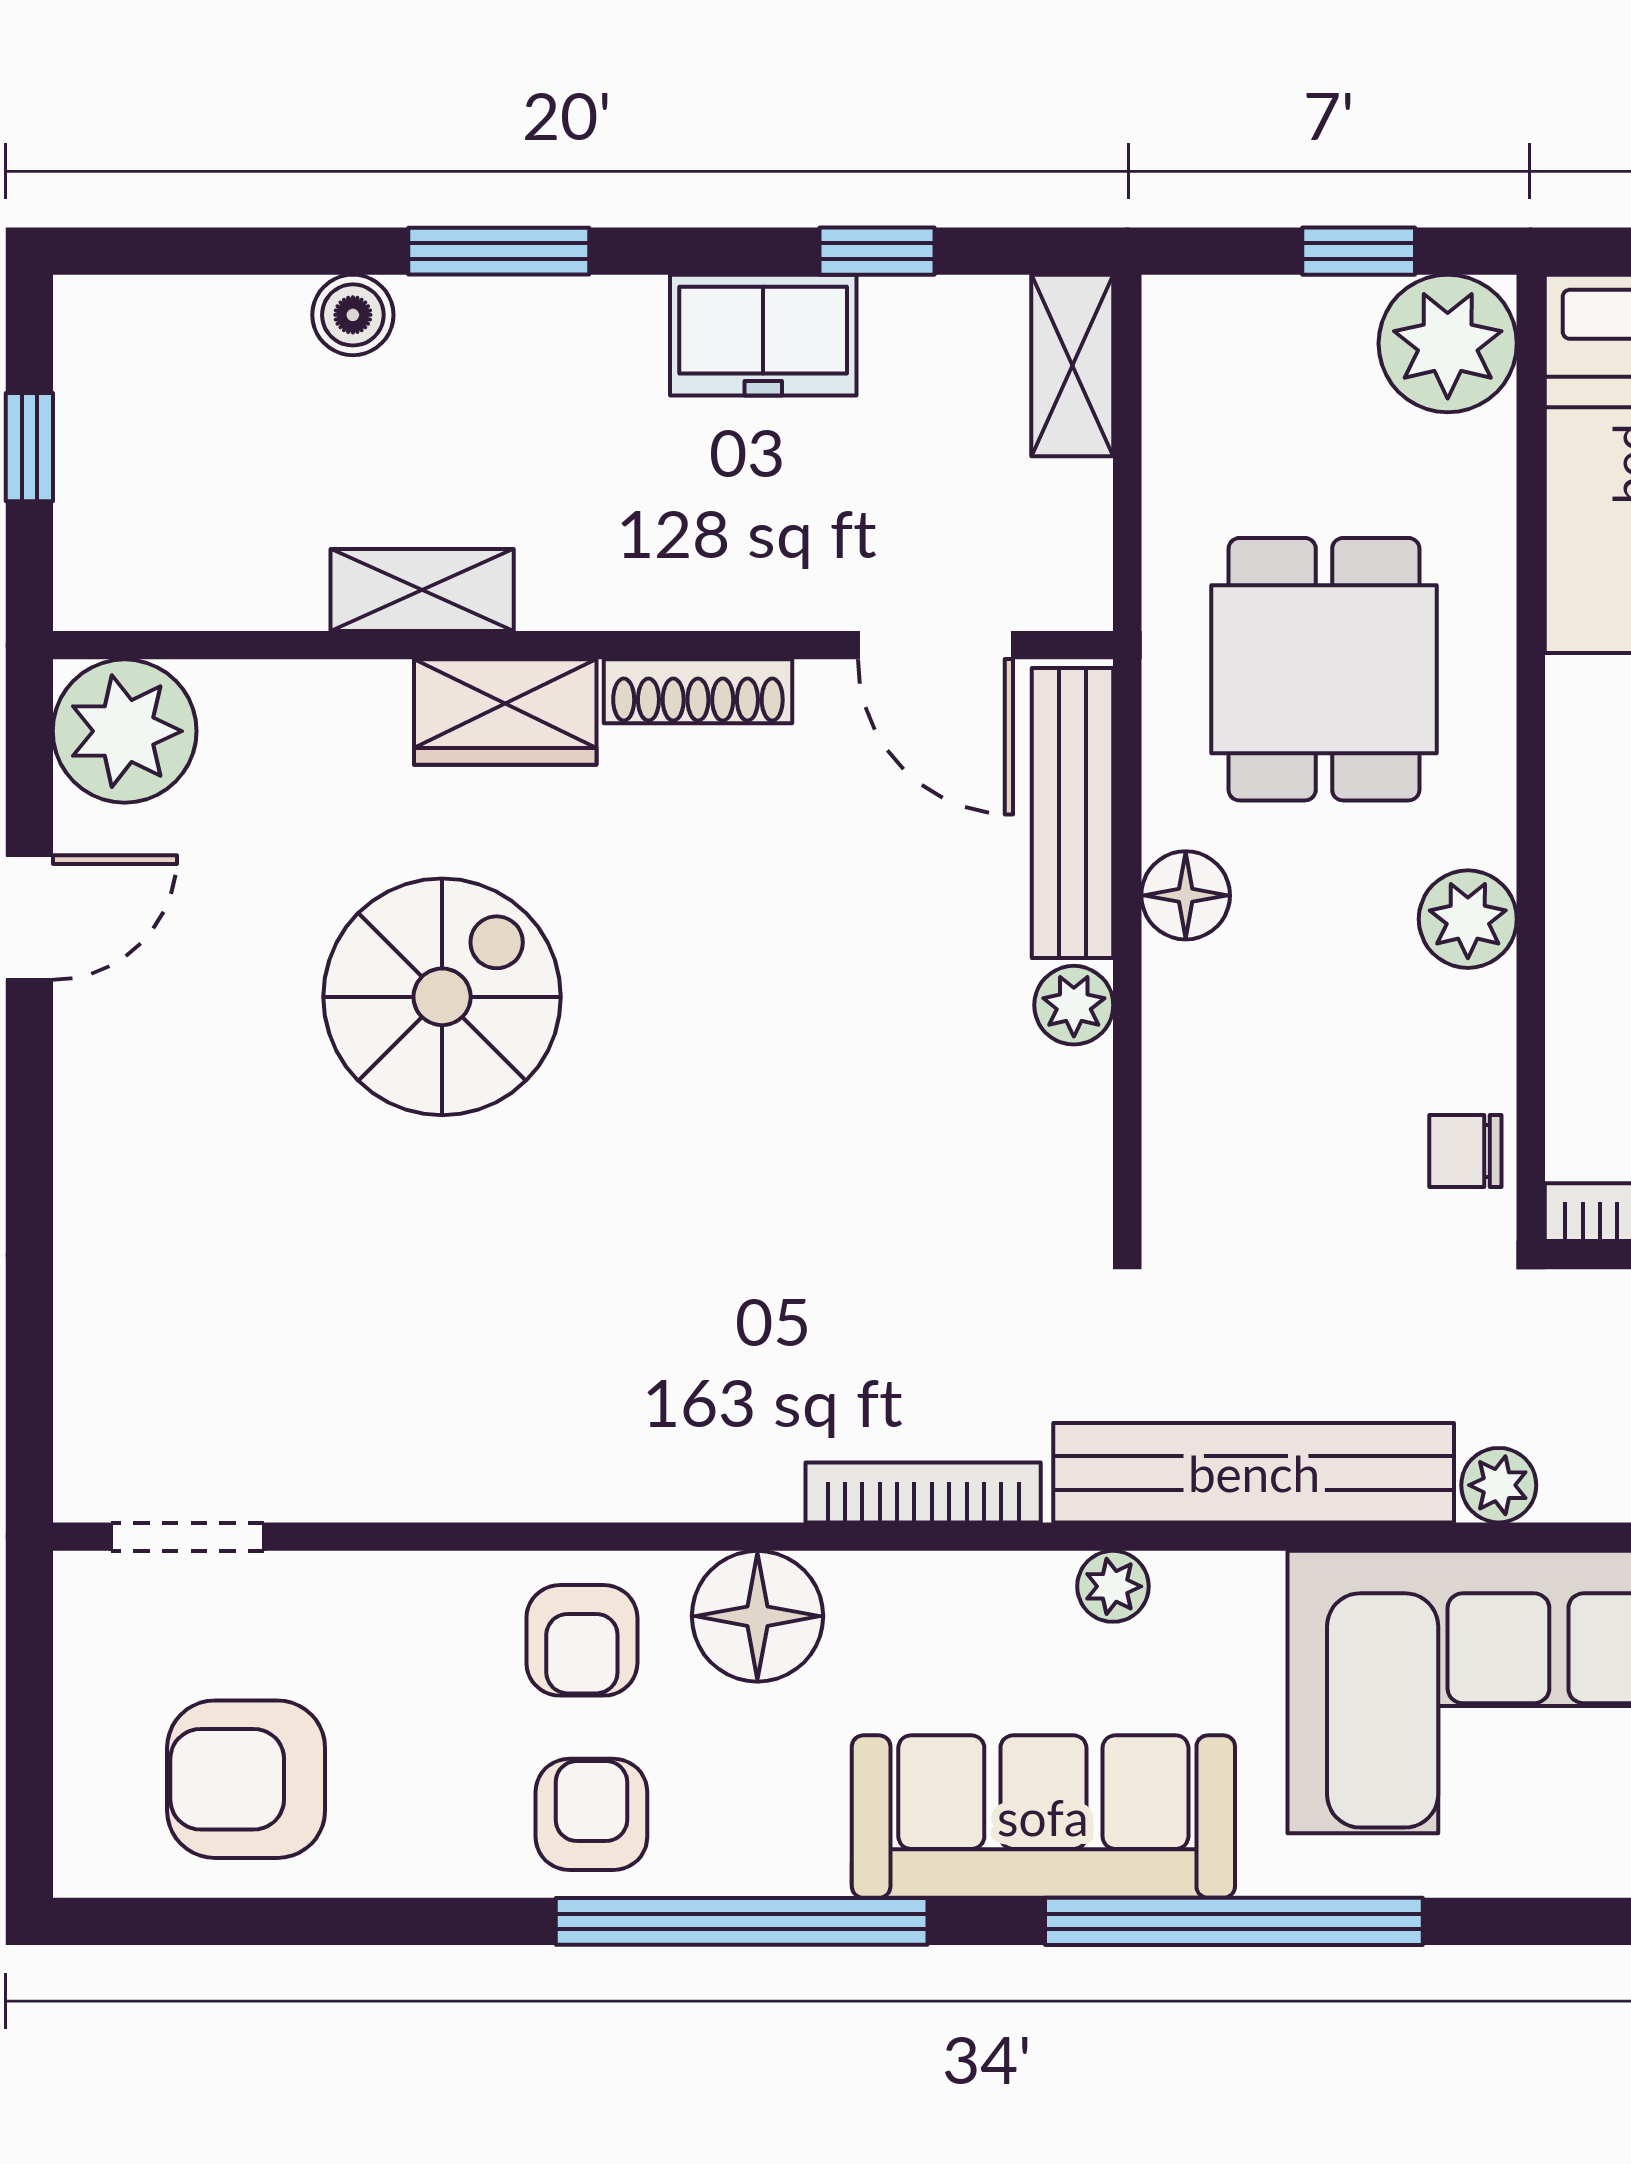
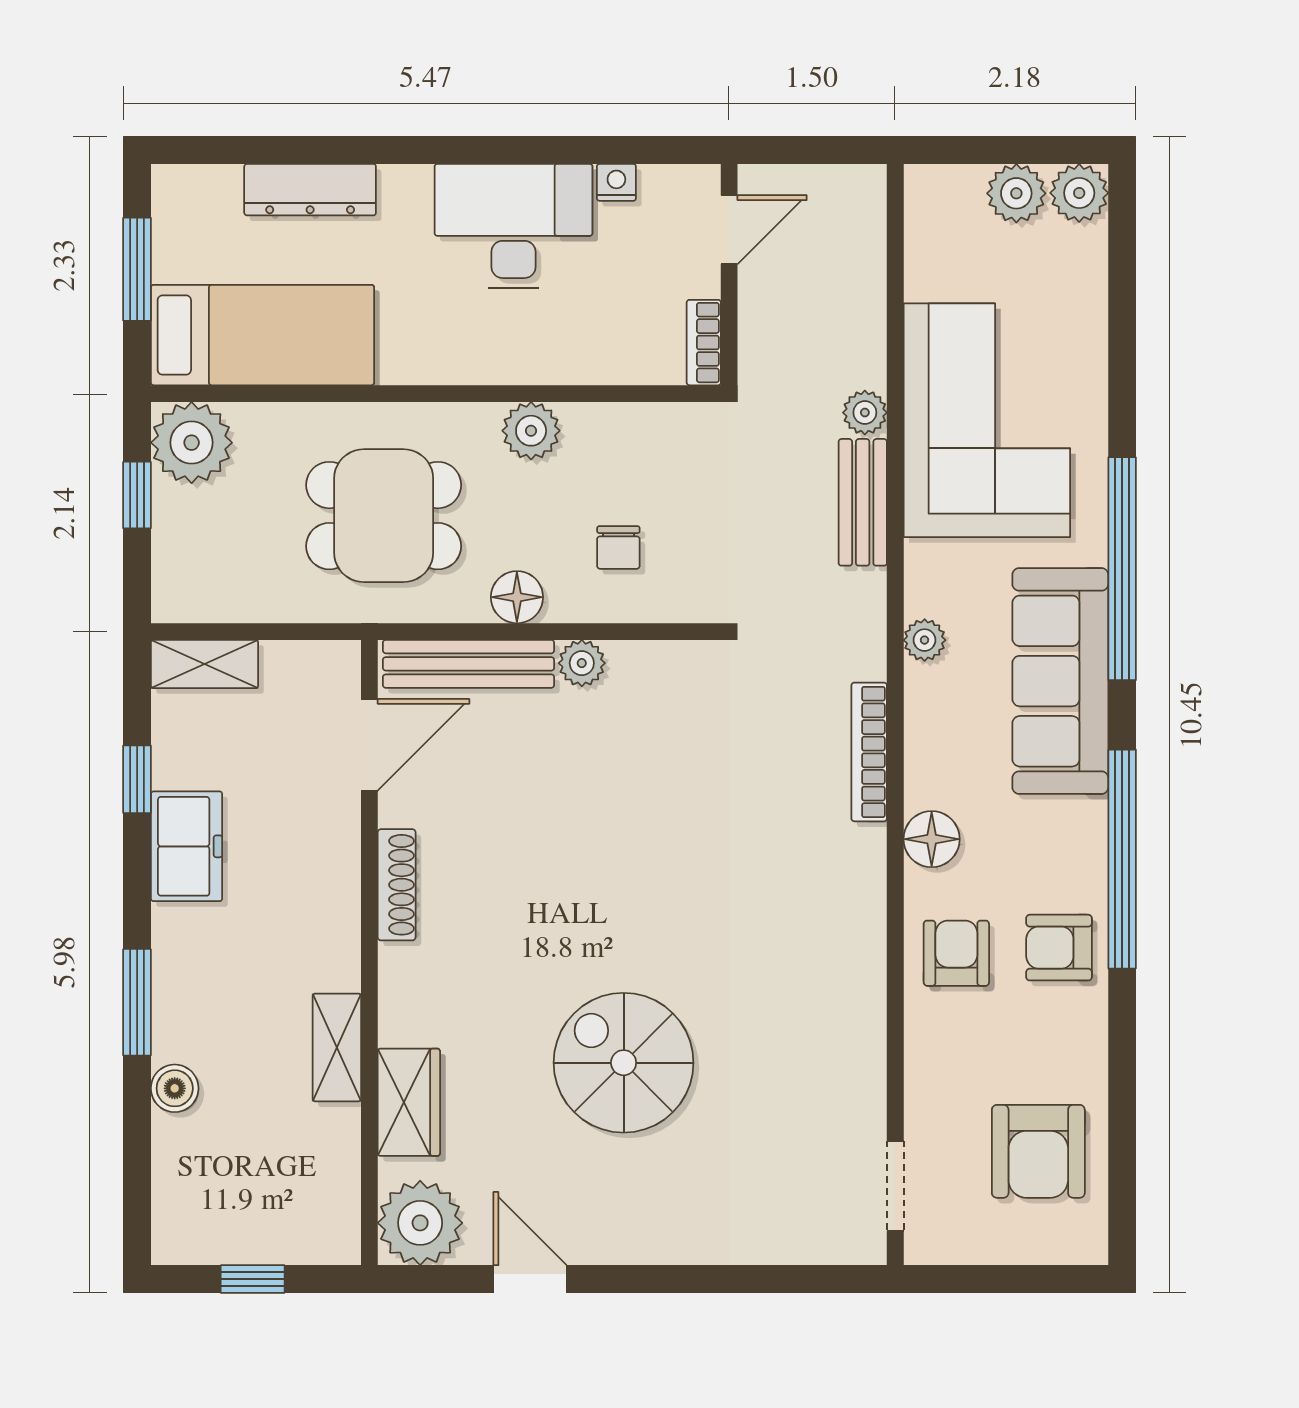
wardrobe: (505, 712) -> (409, 1102), moved
spiral stairs: (442, 997) -> (624, 1063), moved
chair: (1465, 1151) -> (618, 547), moved
bench: (1254, 1473) -> (863, 502), width x0.54, depth x0.82
floor lamp: (757, 1616) -> (932, 839), width x0.73, depth x0.73
armchair: (582, 1640) -> (956, 953), turned -90

